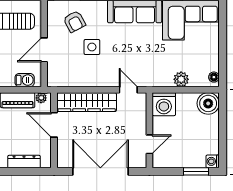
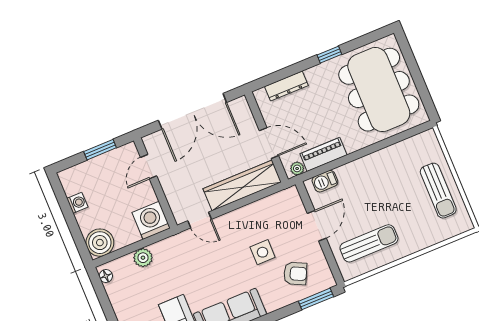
armchair: (74, 21) -> (295, 274), turned 144
washing machine: (213, 161) -> (77, 203), moved
window: (196, 171) -> (100, 150), moved

